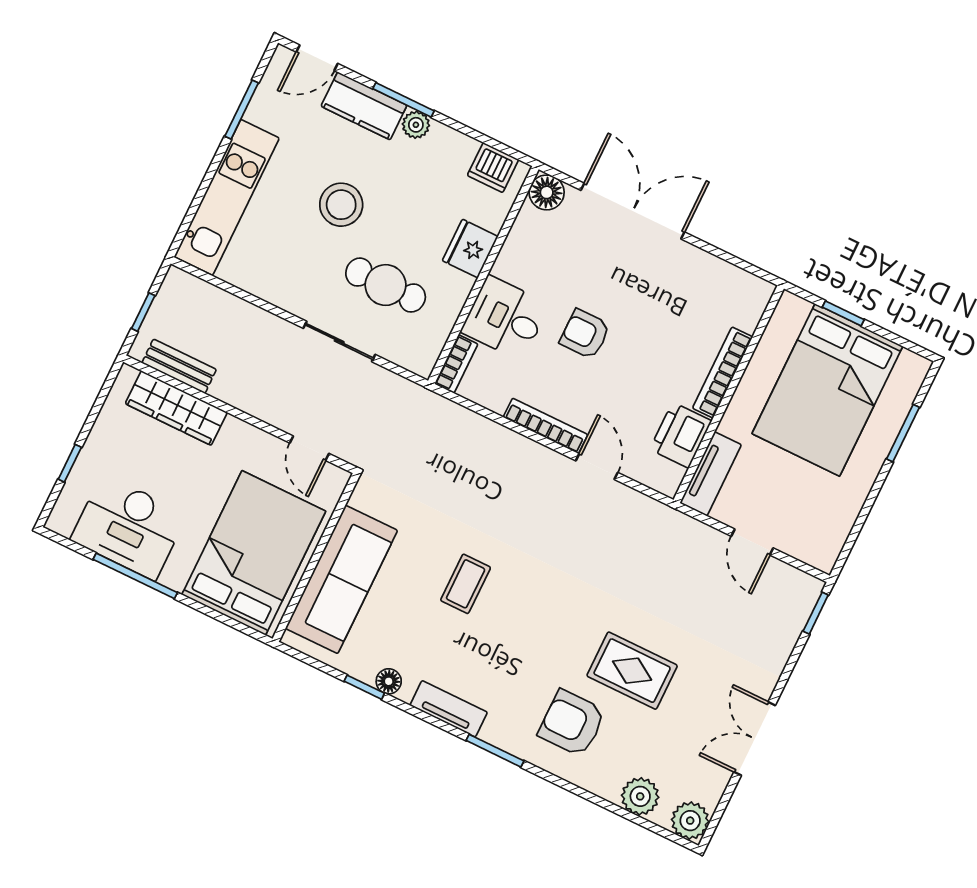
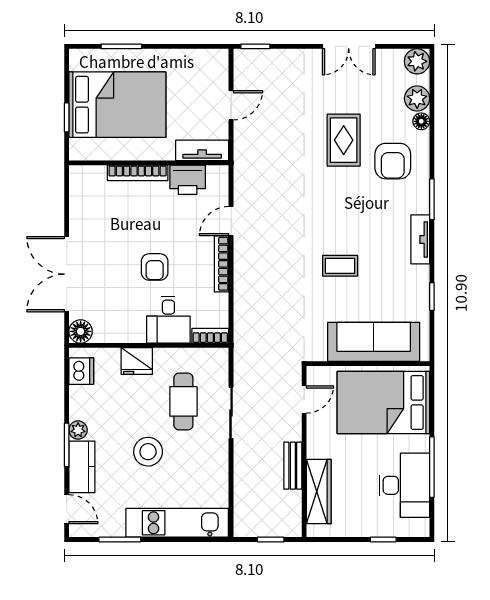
bench: (179, 366) -> (293, 466), moved
floor lamp: (389, 681) -> (421, 121), moved

